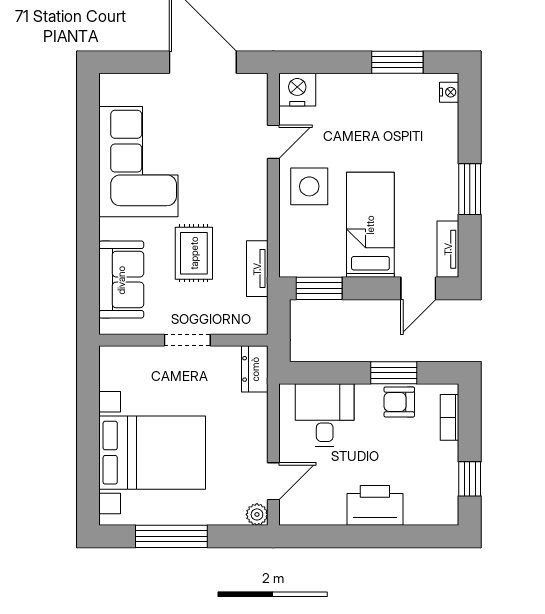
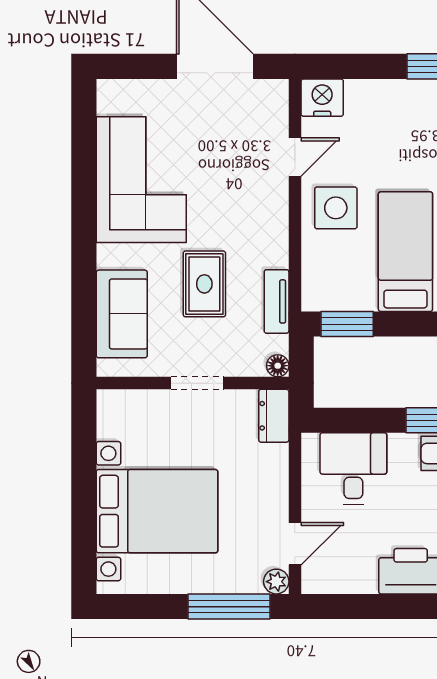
floor lamp: (258, 325) -> (278, 366), added
window: (171, 536) -> (229, 607), moved

